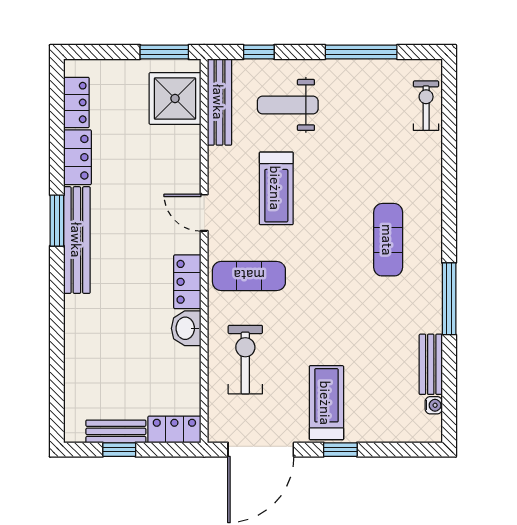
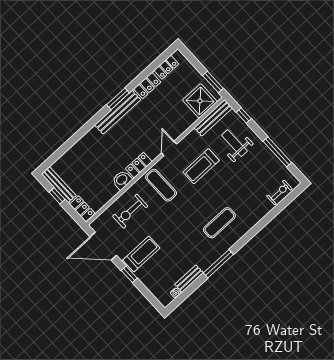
exercise bike: (245, 360) -> (130, 211), turned 180
bench: (116, 431) -> (59, 185), width x1.36

